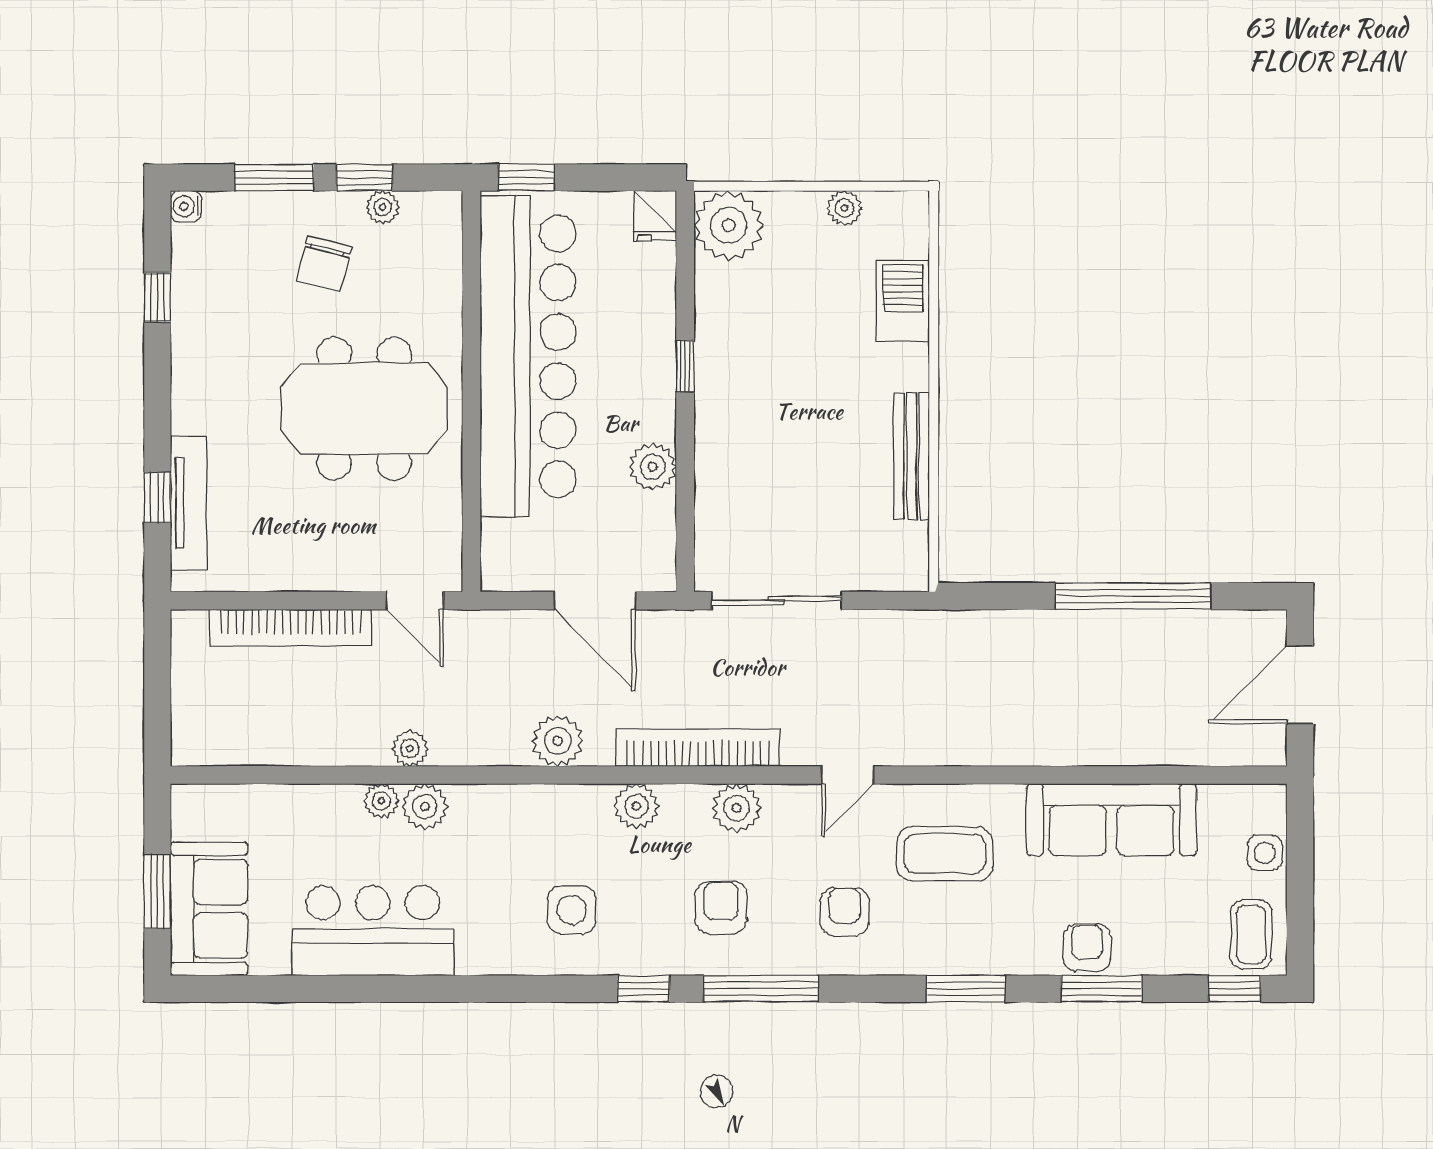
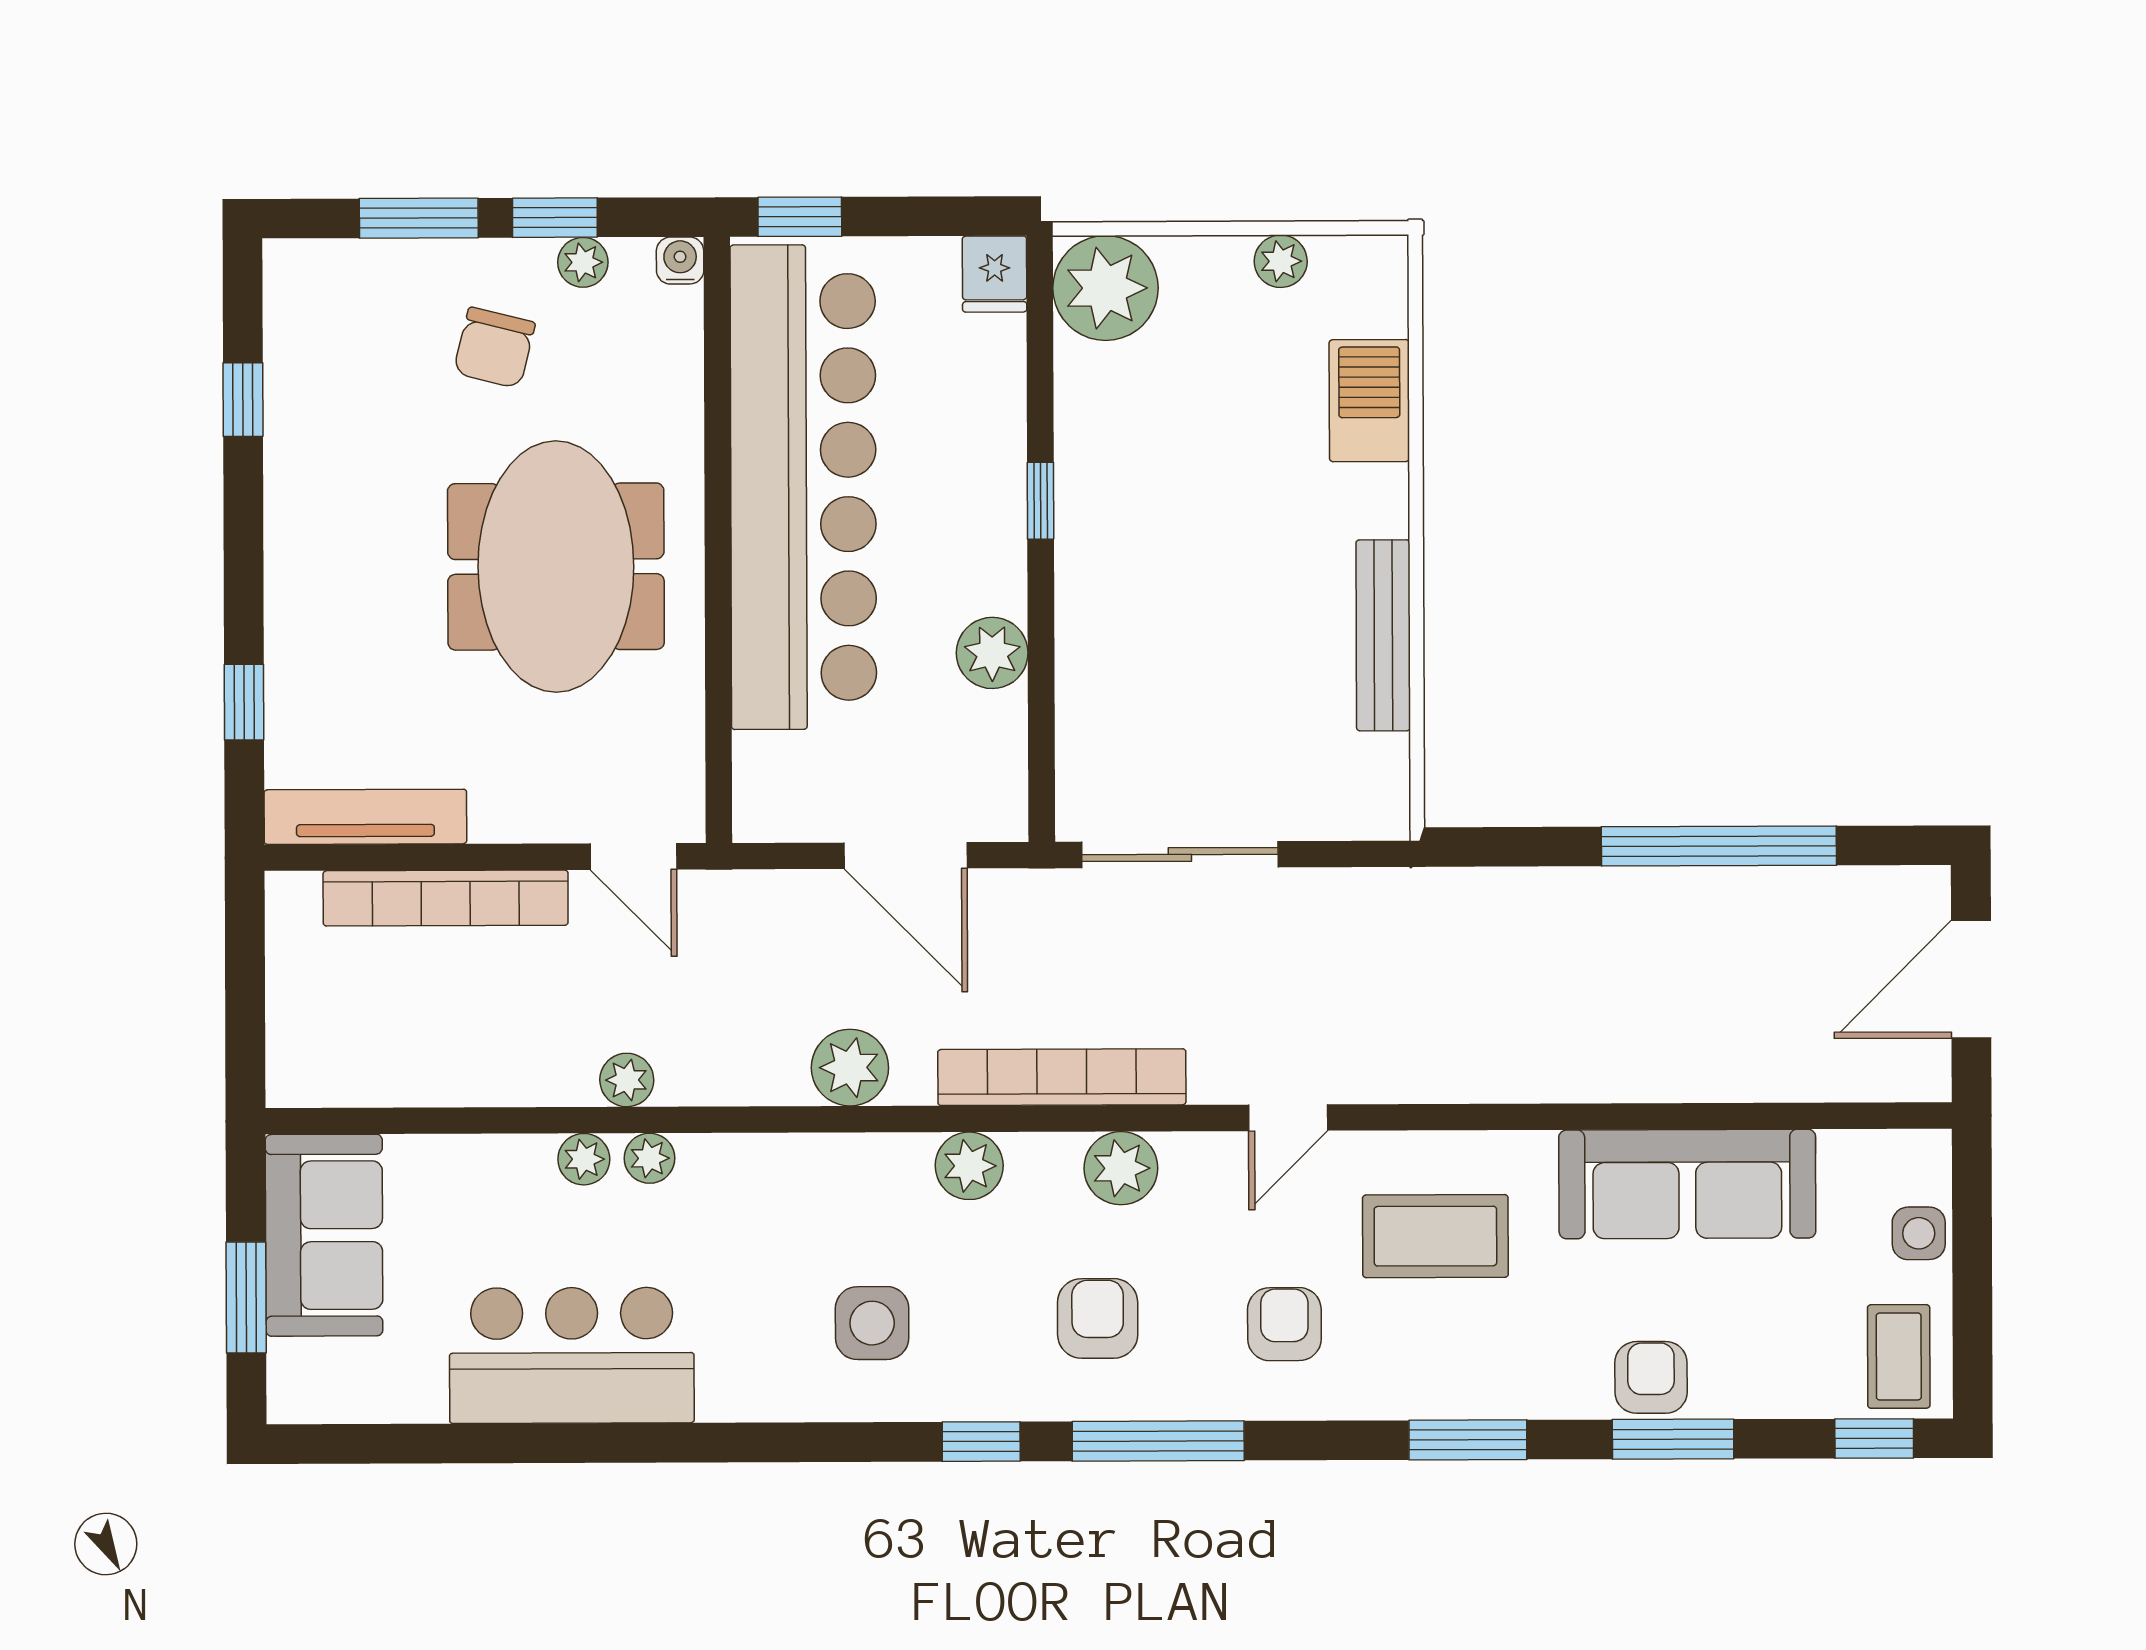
water cooler: (186, 206) -> (680, 261), moved, turned 90
meeting table: (364, 409) -> (556, 567), turned 90
tv unit: (189, 503) -> (365, 817), moved, turned -90
plant: (425, 807) -> (650, 1158), width x0.73, depth x0.73
sofa: (209, 909) -> (324, 1235), moved

